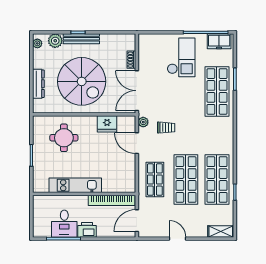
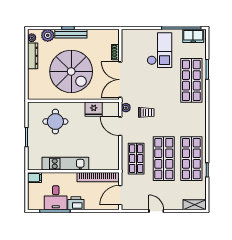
dresser: (38, 84) -> (33, 56), moved
filing cabinet: (40, 201) -> (34, 178), added

